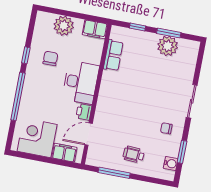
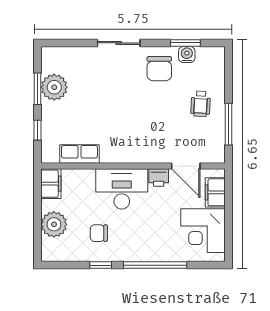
chair: (166, 128) -> (159, 69), width x1.87, depth x1.87
water cooler: (171, 164) -> (187, 55), moved

